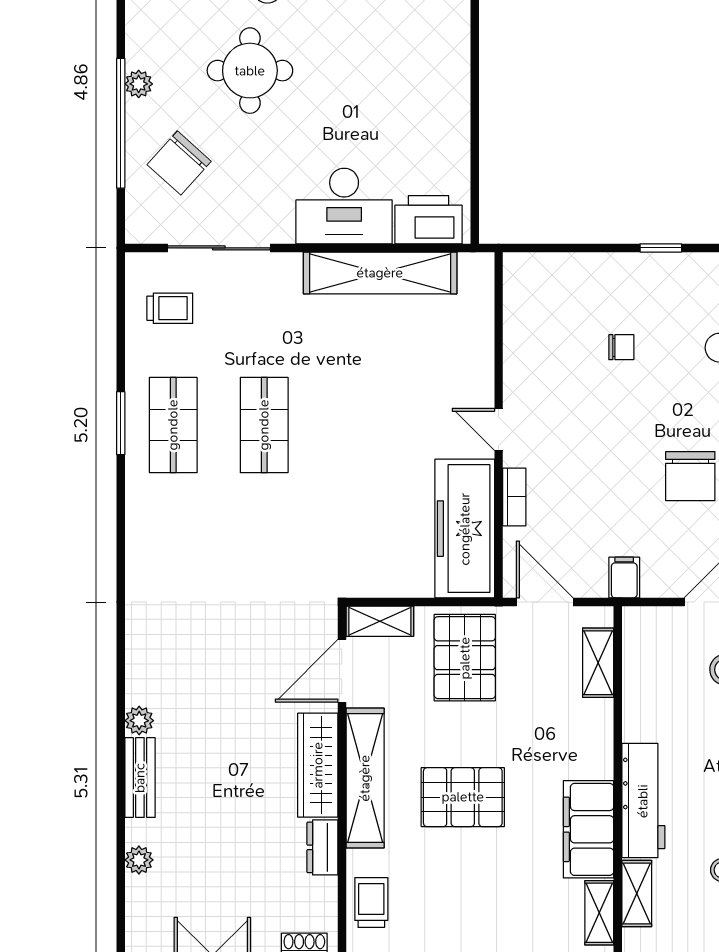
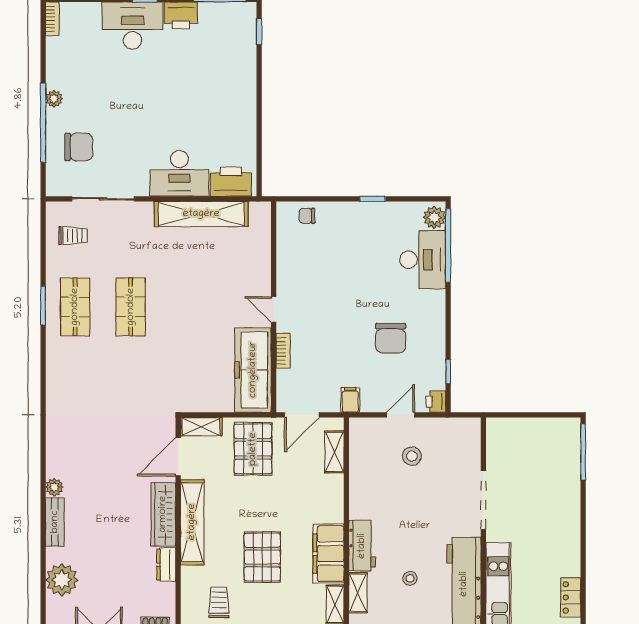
round table: (250, 71) -> (122, 91), removed
chair: (179, 163) -> (79, 147), turned -132
chair: (621, 347) -> (307, 216), moved, turned 180
door: (545, 602) -> (302, 415), swing flipped
pallet: (463, 797) -> (262, 557), moved, turned 90
workbench: (643, 801) -> (362, 546), width x0.73
plant: (139, 860) -> (62, 580), width x1.88, depth x1.88
trolley: (371, 903) -> (219, 602), moved

